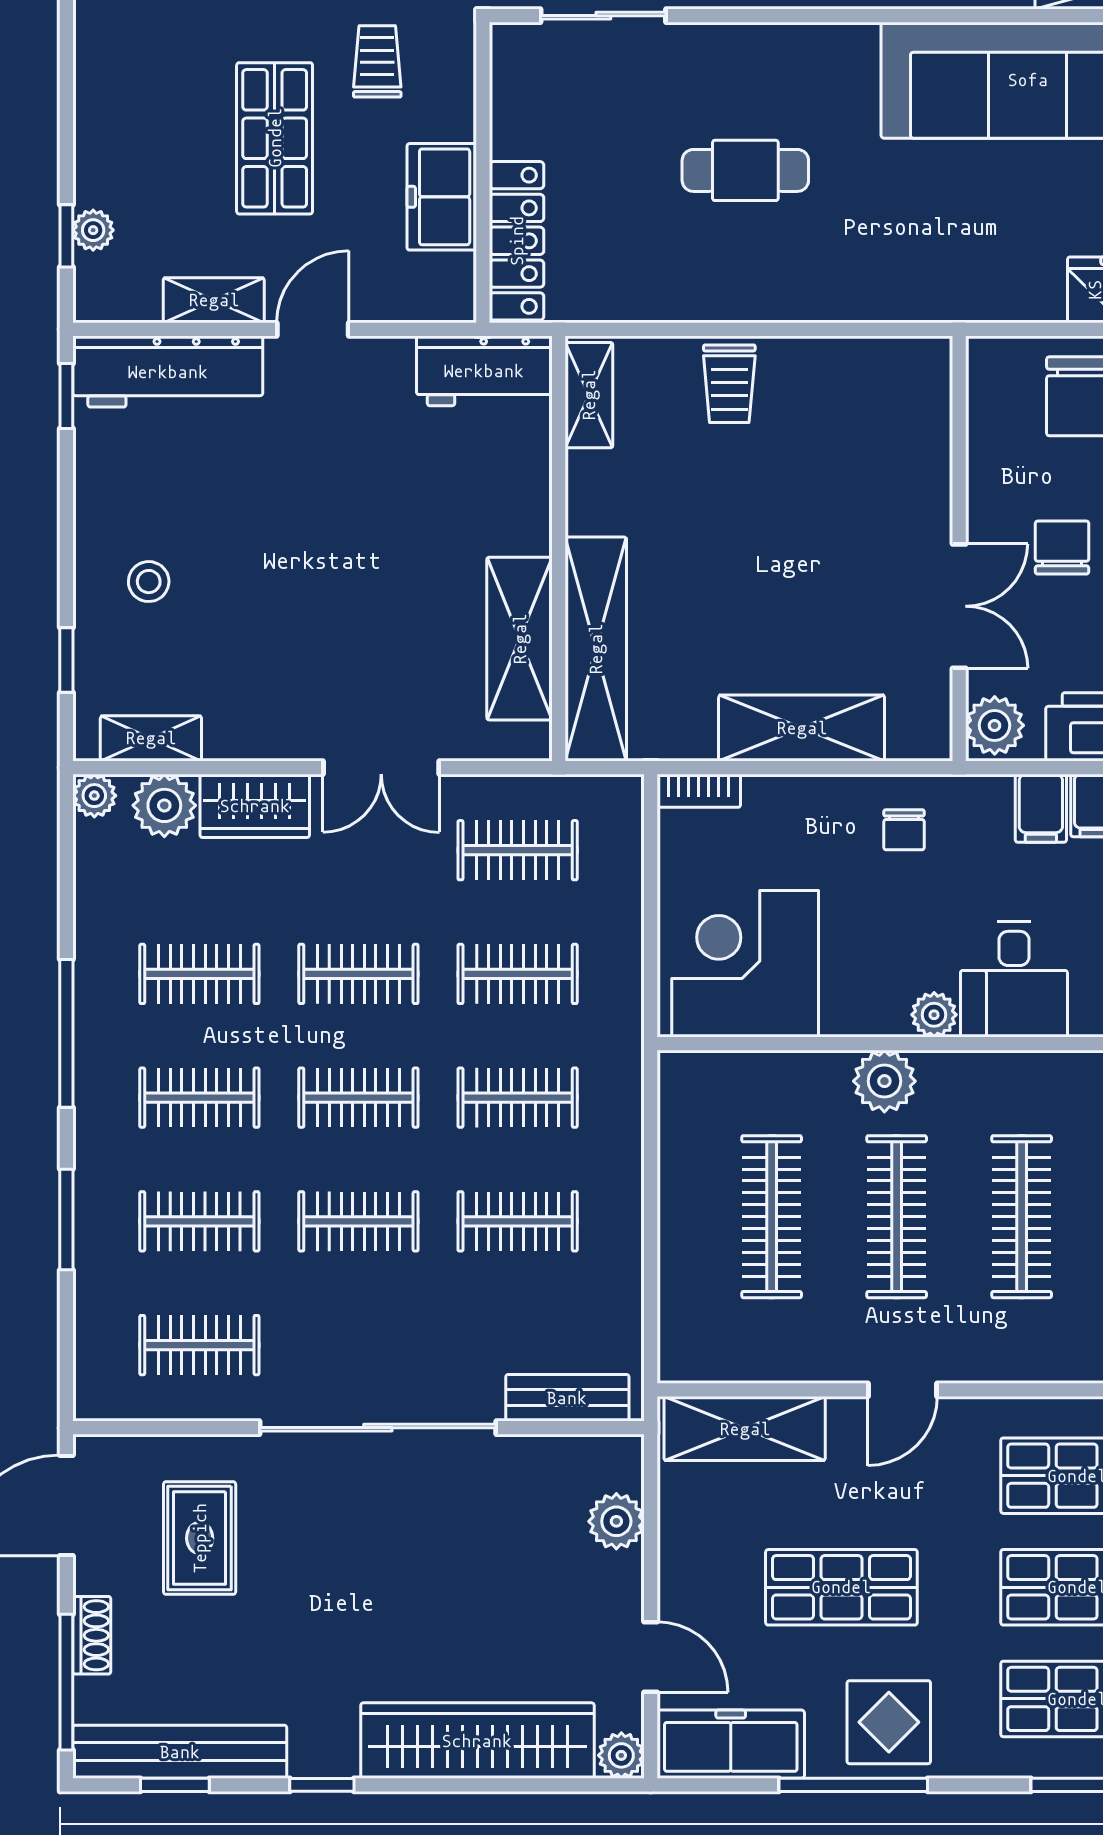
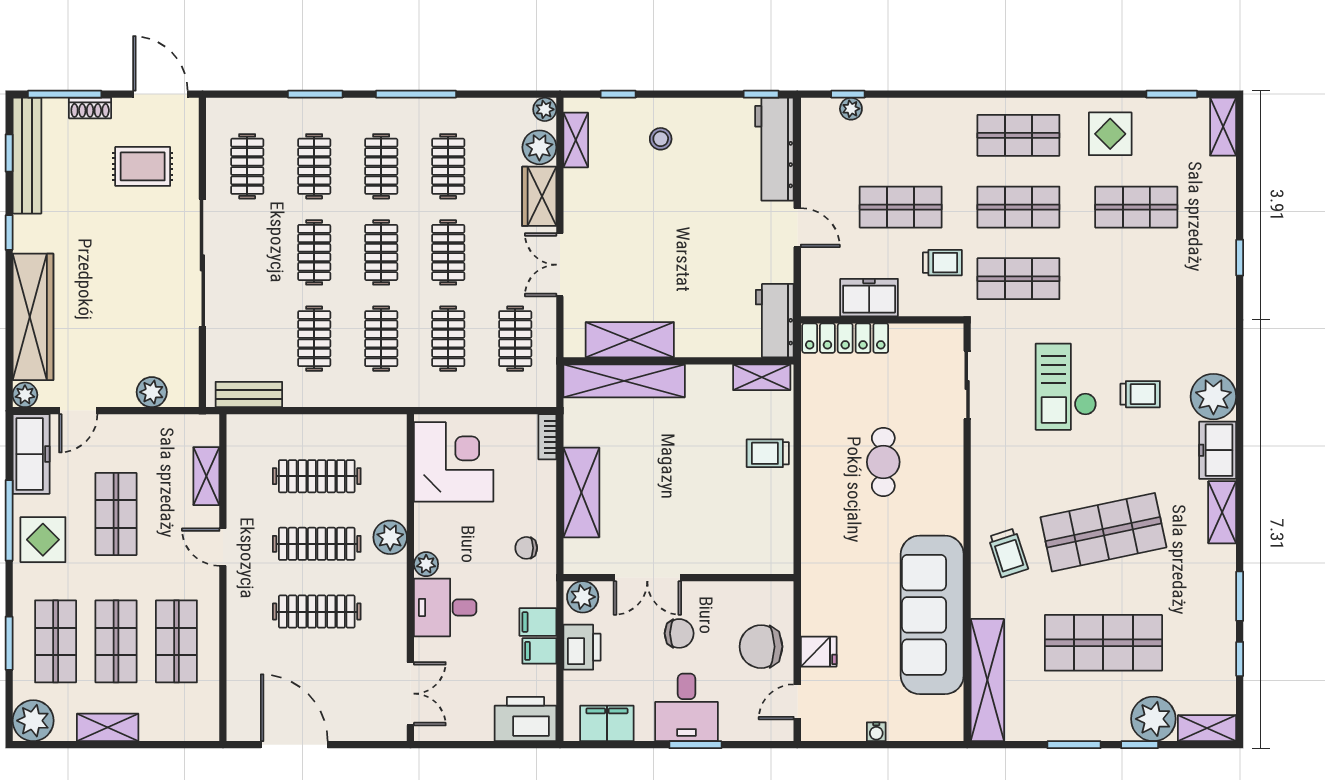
shelving: (214, 300) -> (813, 174), removed
bench: (567, 1398) -> (249, 394), moved, turned 90
shelving: (745, 1429) -> (206, 476), width x0.67, depth x0.75

